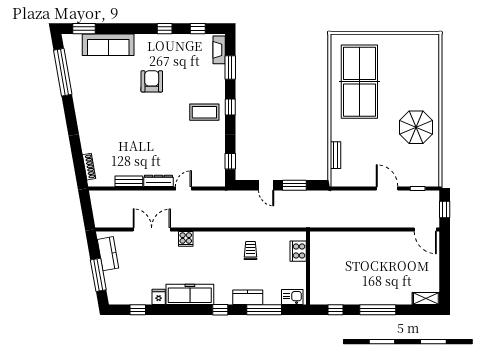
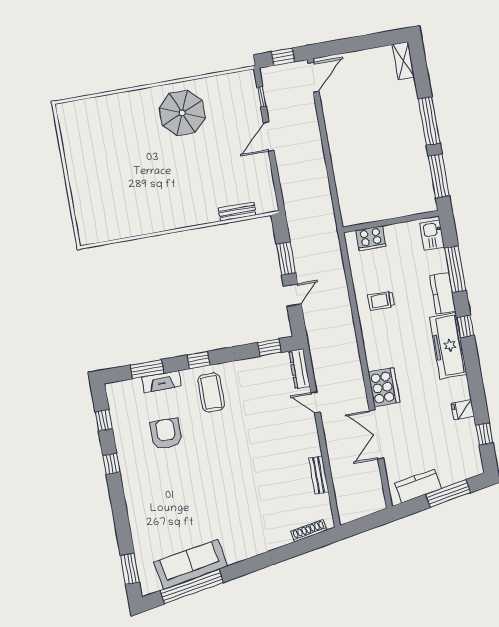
sofa: (108, 45) -> (191, 564), moved, turned -100
fireplace: (219, 50) -> (162, 382), moved
armchair: (152, 81) -> (166, 434), moved, turned 90
table tennis table: (359, 82) -> (136, 197), removed
dresser: (158, 181) -> (299, 369), moved
cooker: (186, 239) -> (384, 387), width x1.87, depth x1.31
freezer: (190, 294) -> (448, 346), moved
window: (336, 310) -> (439, 176), width x2.17

